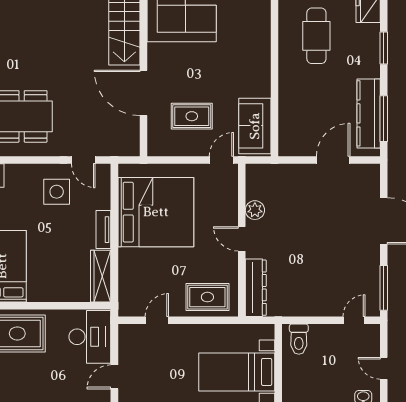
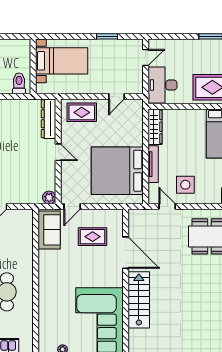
plant: (255, 210) -> (49, 197), moved
tv unit: (103, 230) -> (153, 164), width x1.41

